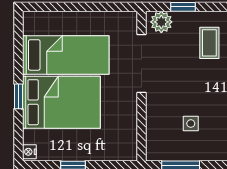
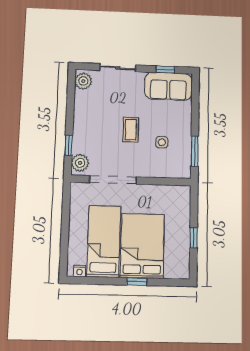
coffee table: (209, 43) -> (131, 130), moved, turned 90
nightstand: (29, 152) -> (80, 271), moved

